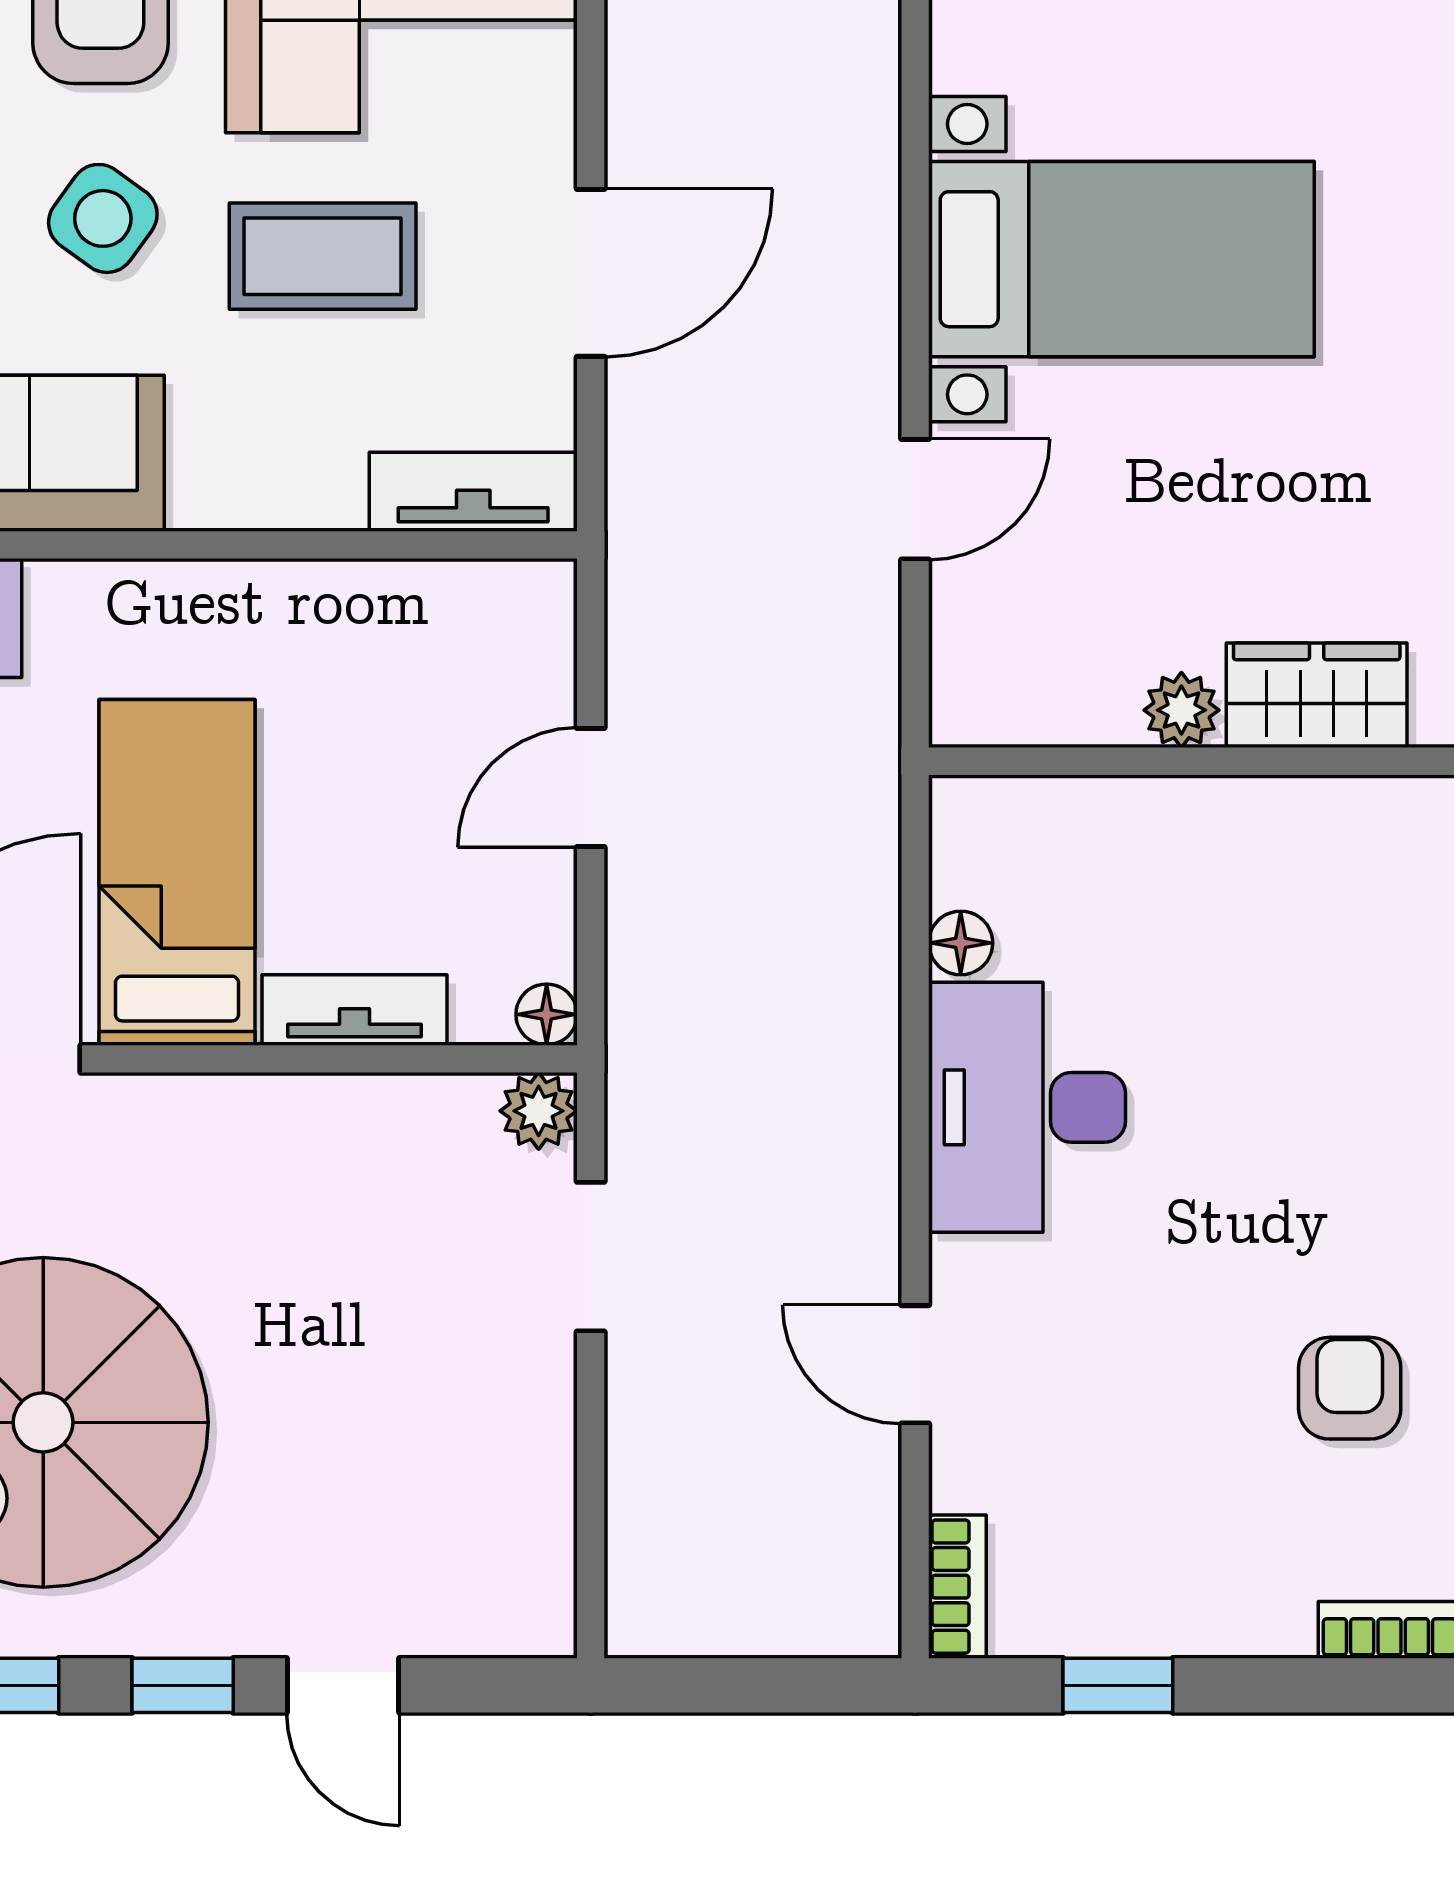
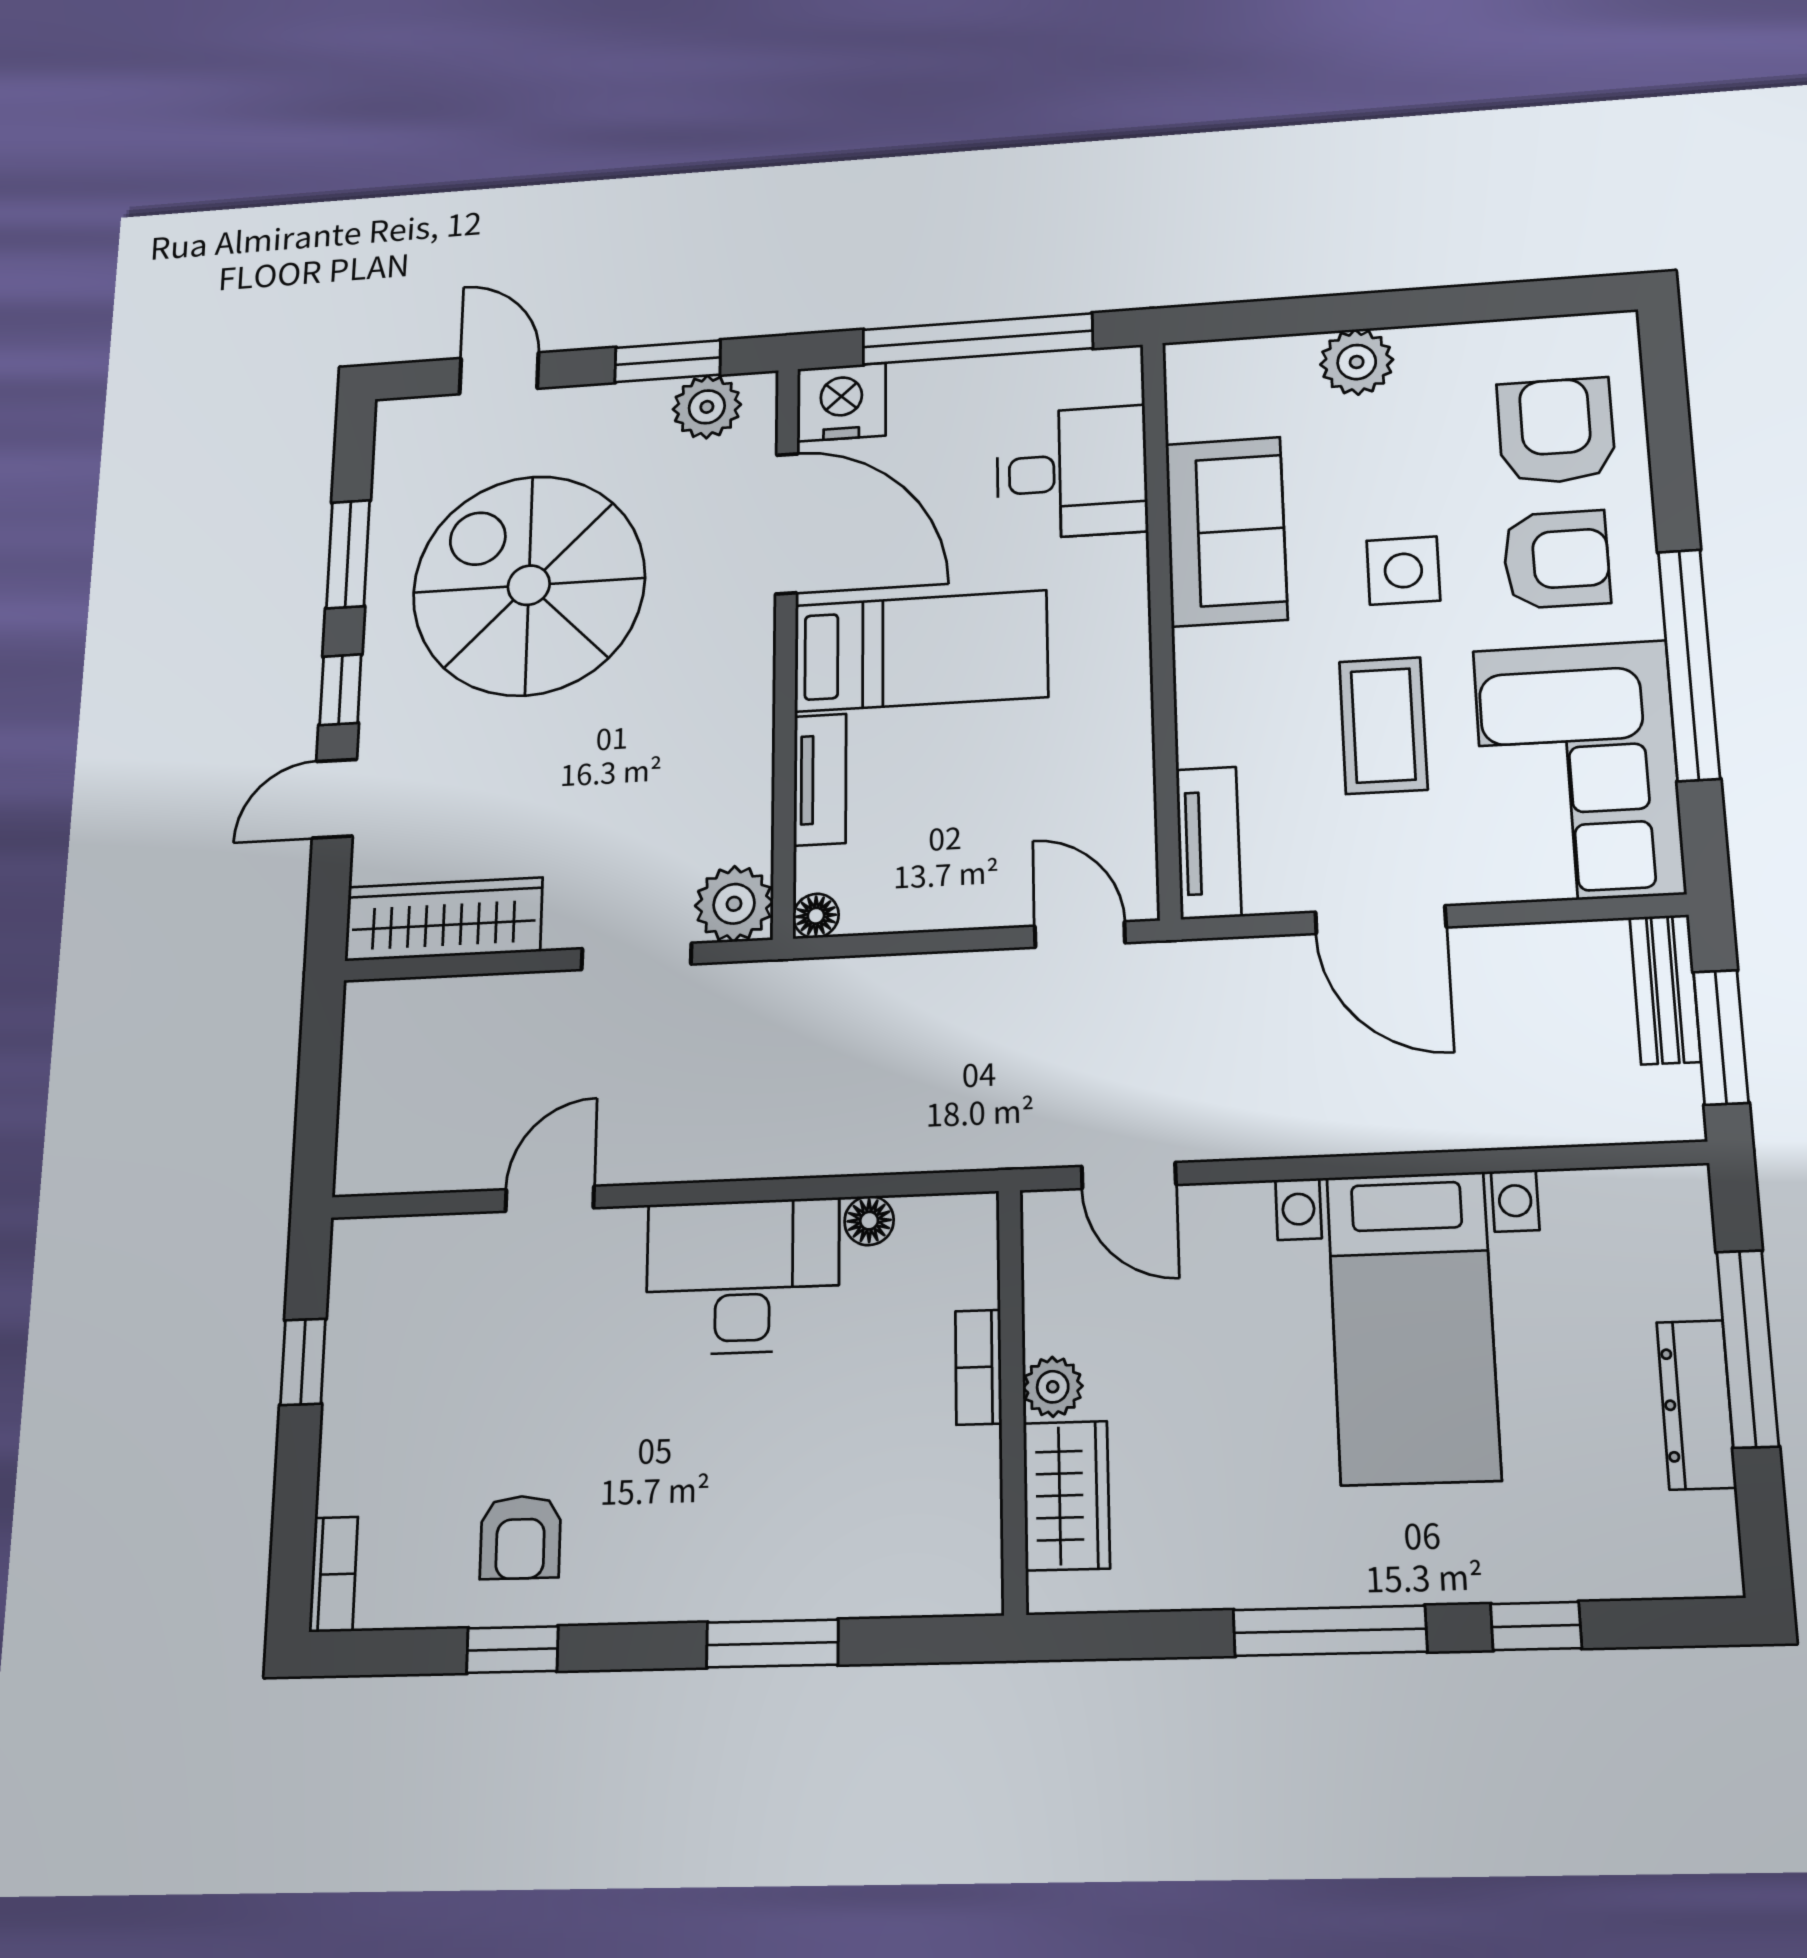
side table: (103, 218) -> (1403, 571), turned -36
door: (915, 499) -> (1129, 1175), moved
door: (591, 787) -> (1080, 935), moved
plant: (539, 1111) -> (734, 904), width x1.38, depth x1.38
armchair: (1350, 1388) -> (520, 1537), turned 90
wardrobe: (525, 1523) -> (444, 919), added
bookcase: (957, 1587) -> (978, 1367), moved, turned 90

